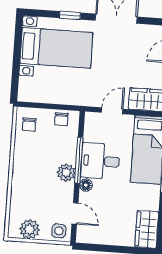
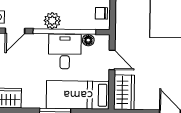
window: (79, 160) -> (64, 32), width x1.46
floor lamp: (86, 185) -> (88, 40), moved

